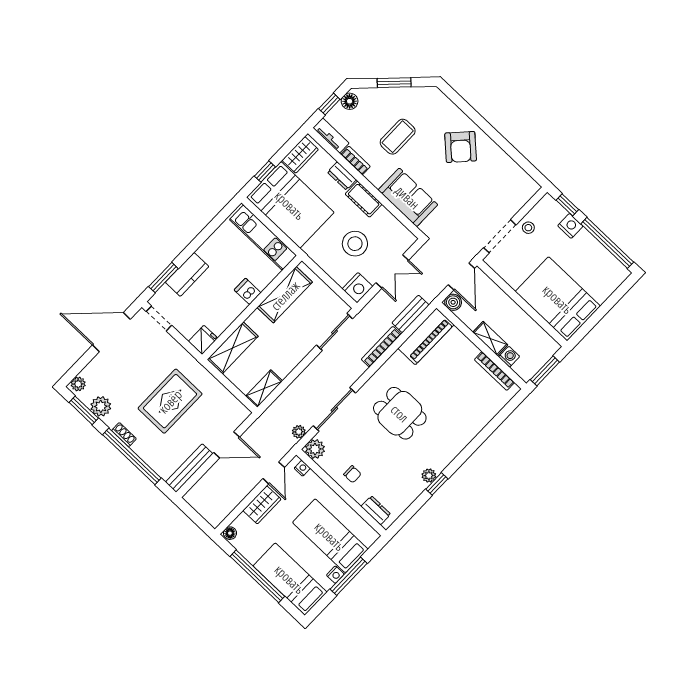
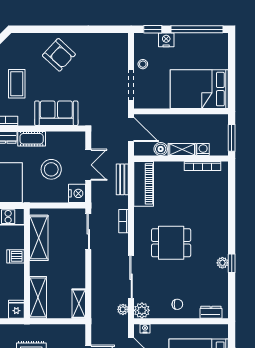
boiler: (453, 302) -> (161, 149), moved
bookcase: (381, 347) -> (123, 221), width x0.64

